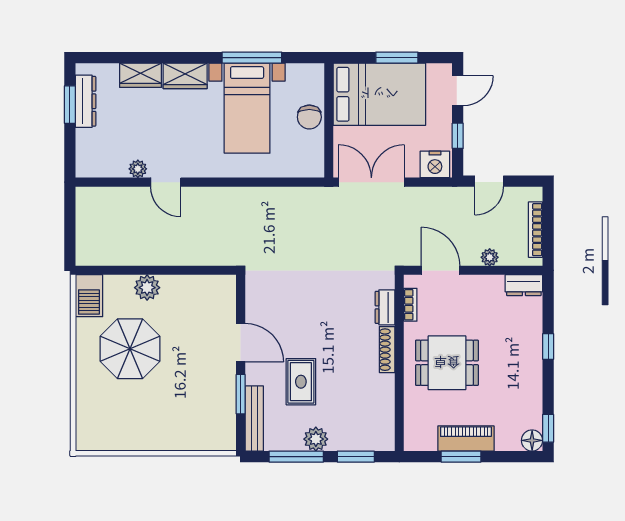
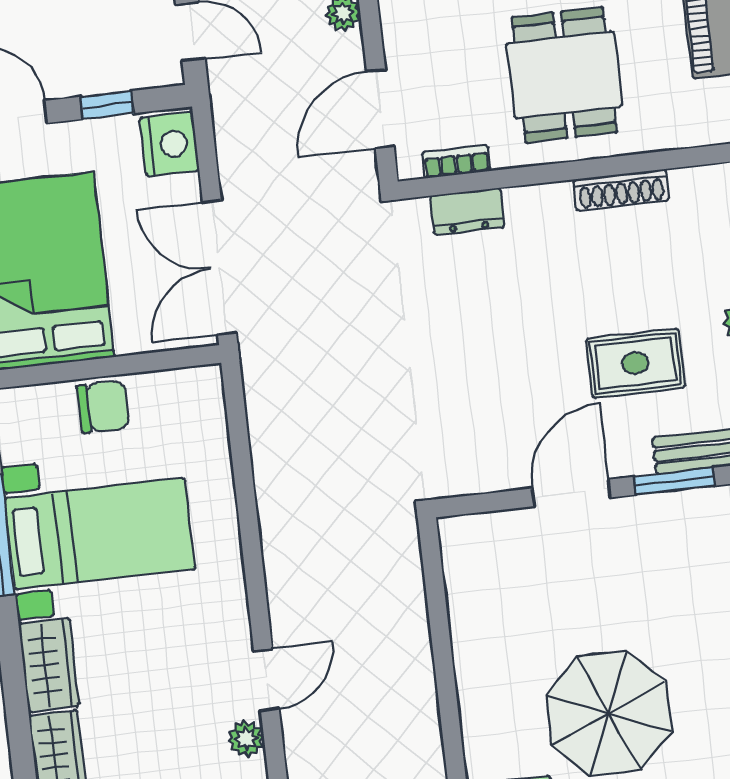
plant: (147, 288) -> (482, 693), removed
shoe rack: (387, 350) -> (621, 190), moved

